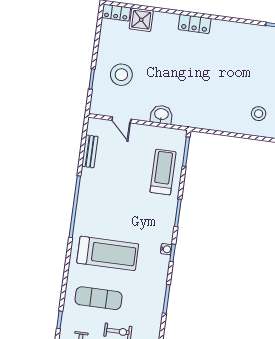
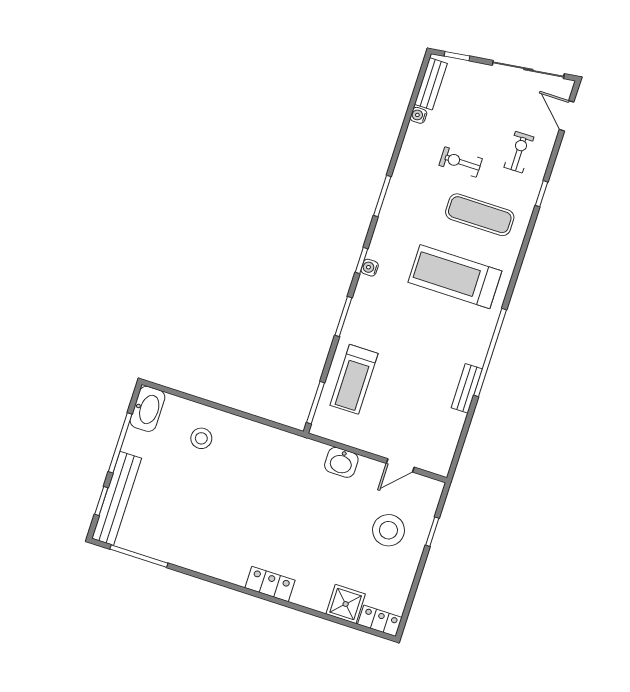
door: (121, 120) -> (400, 465), swing flipped
bench: (90, 151) -> (467, 388), moved

